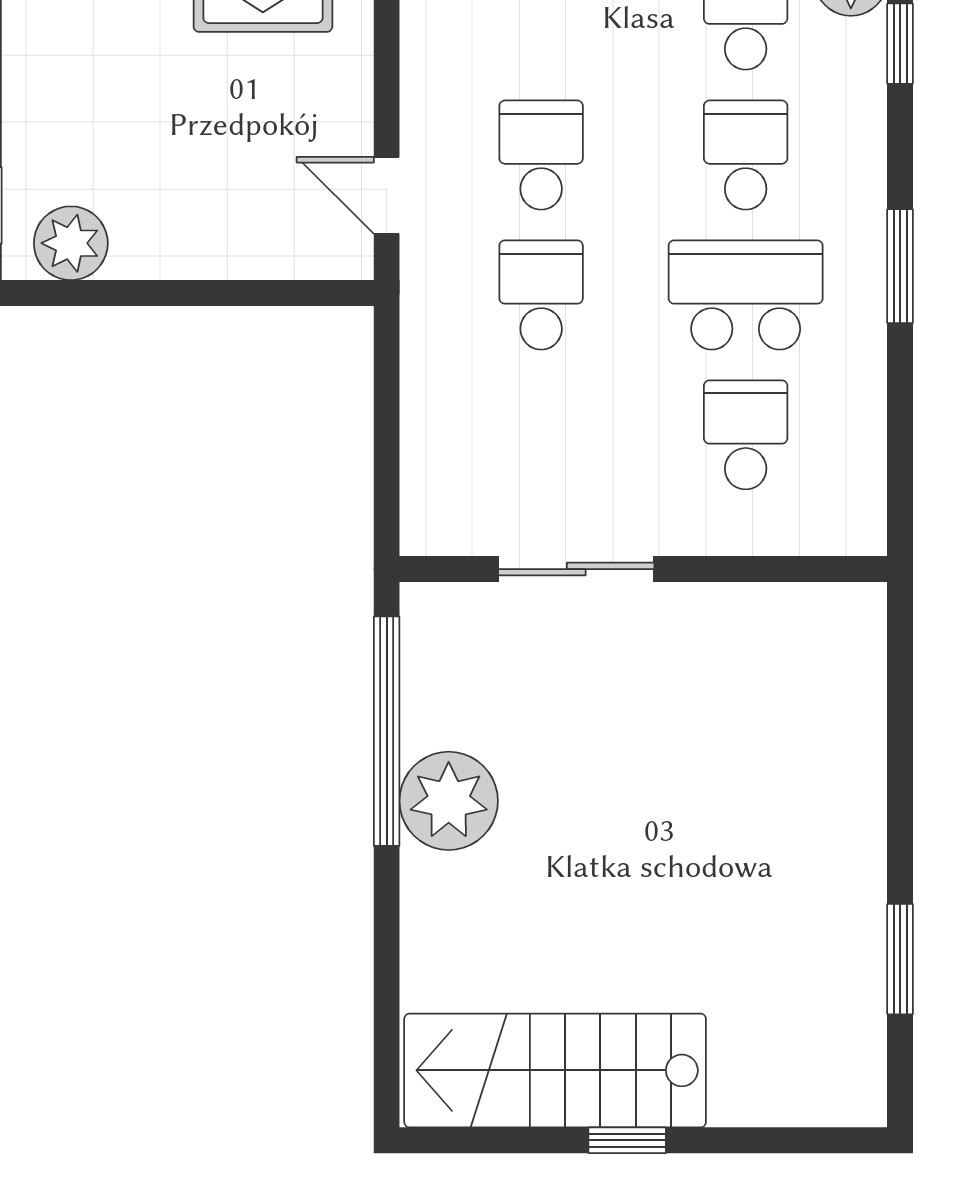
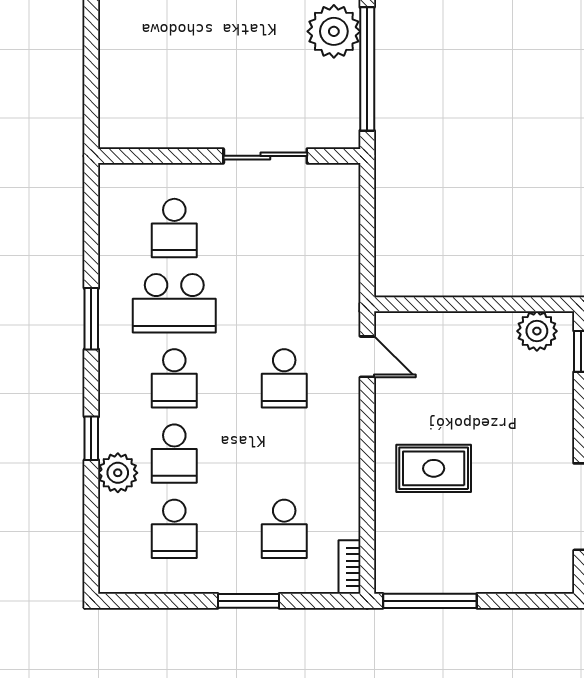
school desk: (541, 295) -> (284, 303), removed

